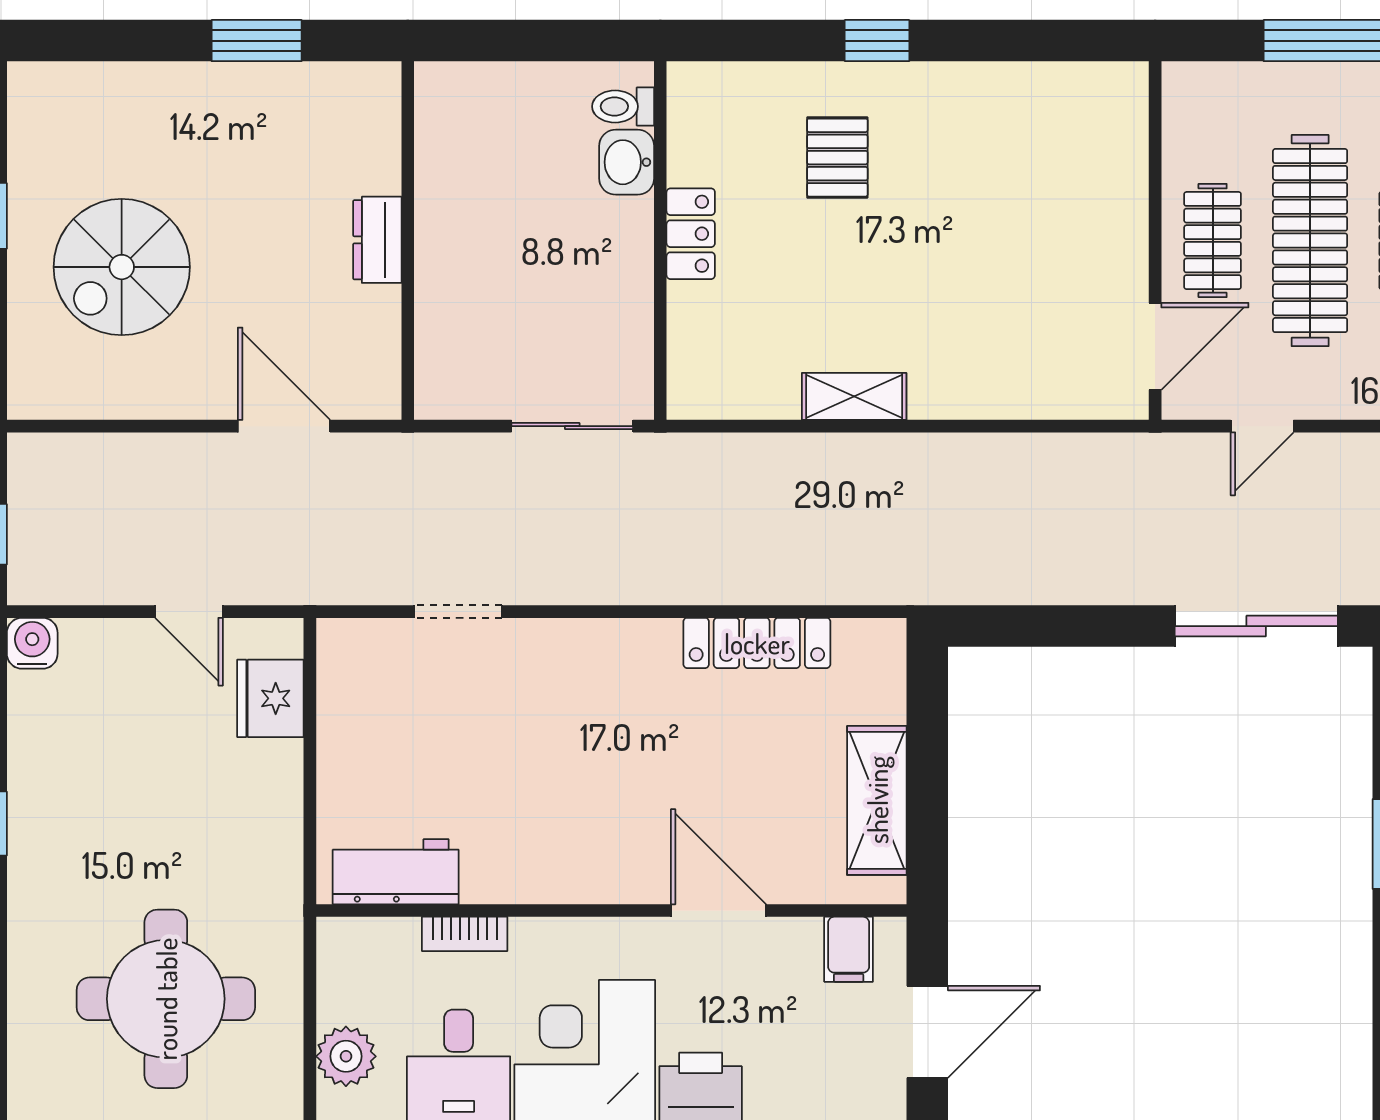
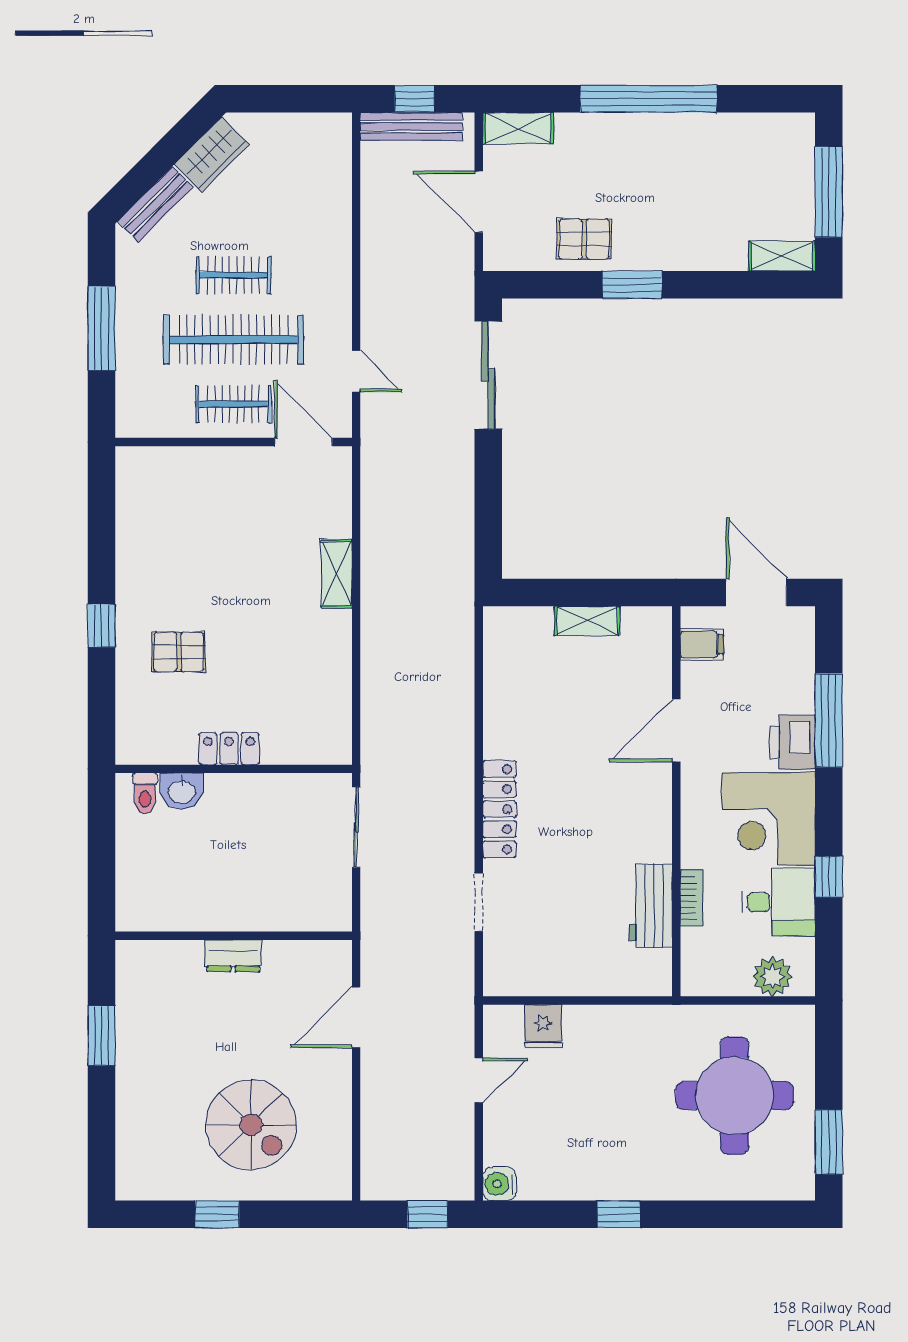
shelving: (854, 396) -> (337, 574), moved
locker: (757, 643) -> (499, 809), moved
fridge: (270, 698) -> (543, 1027), width x0.72
shelving: (877, 800) -> (587, 621), width x0.67, depth x0.75
workbench: (396, 872) -> (651, 906), moved

